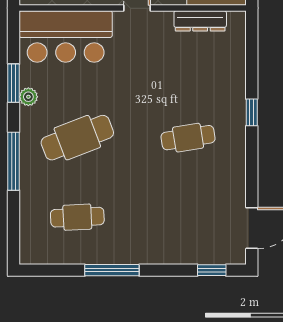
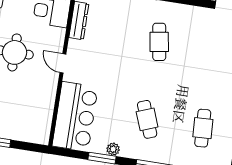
cafe table: (77, 138) -> (147, 119), width x0.73, depth x0.74

